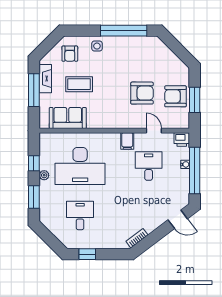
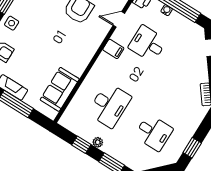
coffee table: (79, 84) -> (36, 60), removed
desk: (80, 166) -> (109, 105), width x0.73, depth x0.77
desk: (80, 215) -> (154, 133), turned 180

